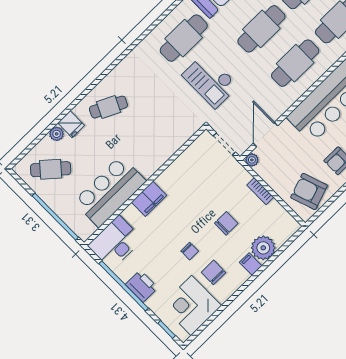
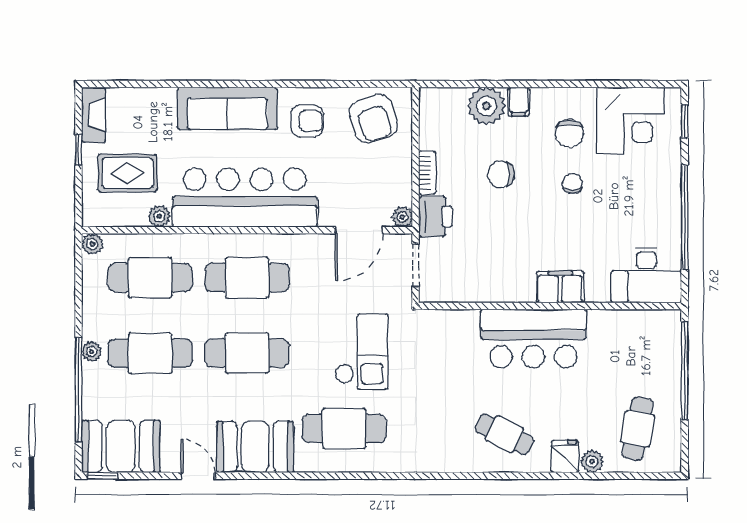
cafe table: (51, 169) -> (638, 429), turned 60
bar counter: (110, 191) -> (533, 338), moved
printer: (142, 286) -> (435, 217), moved, turned 180

